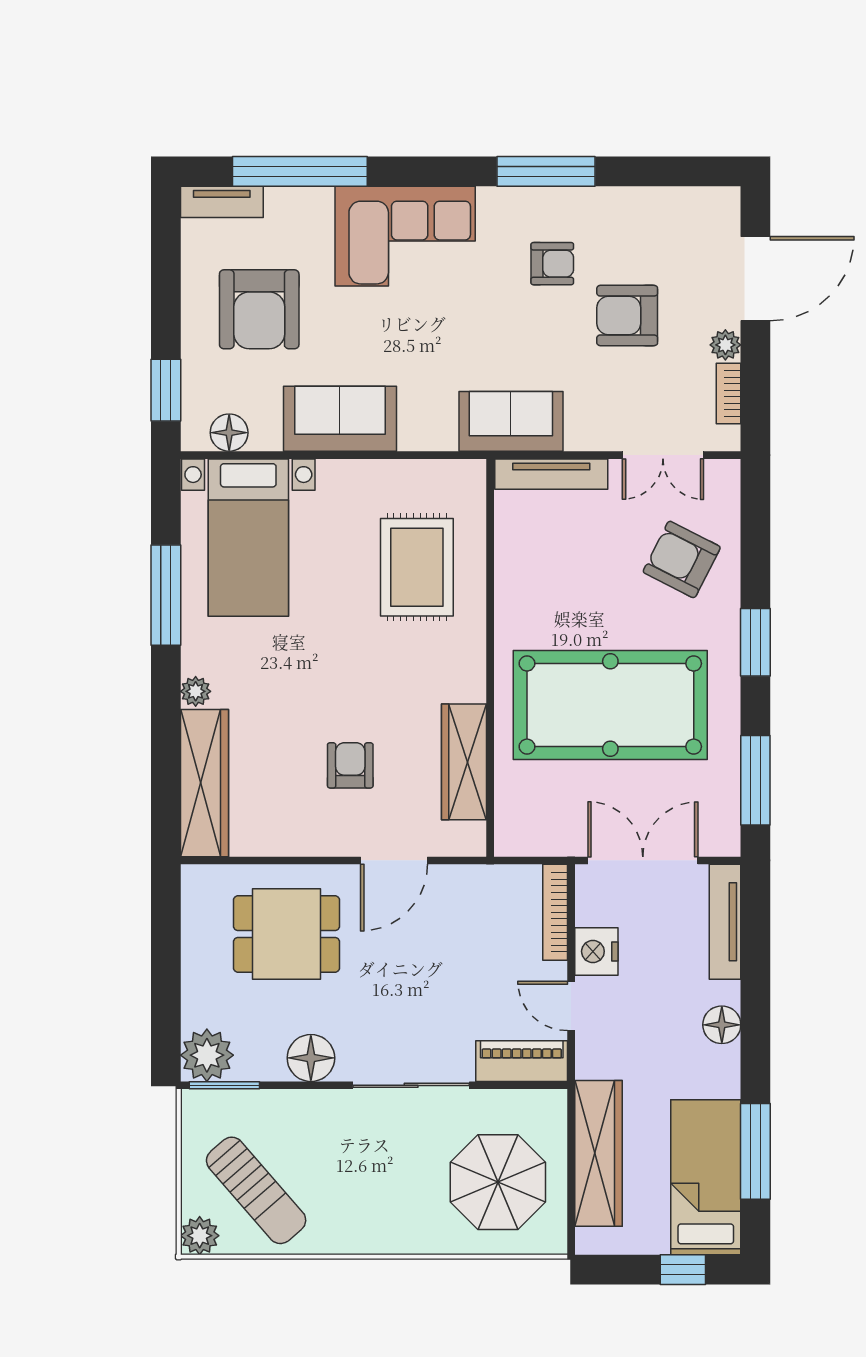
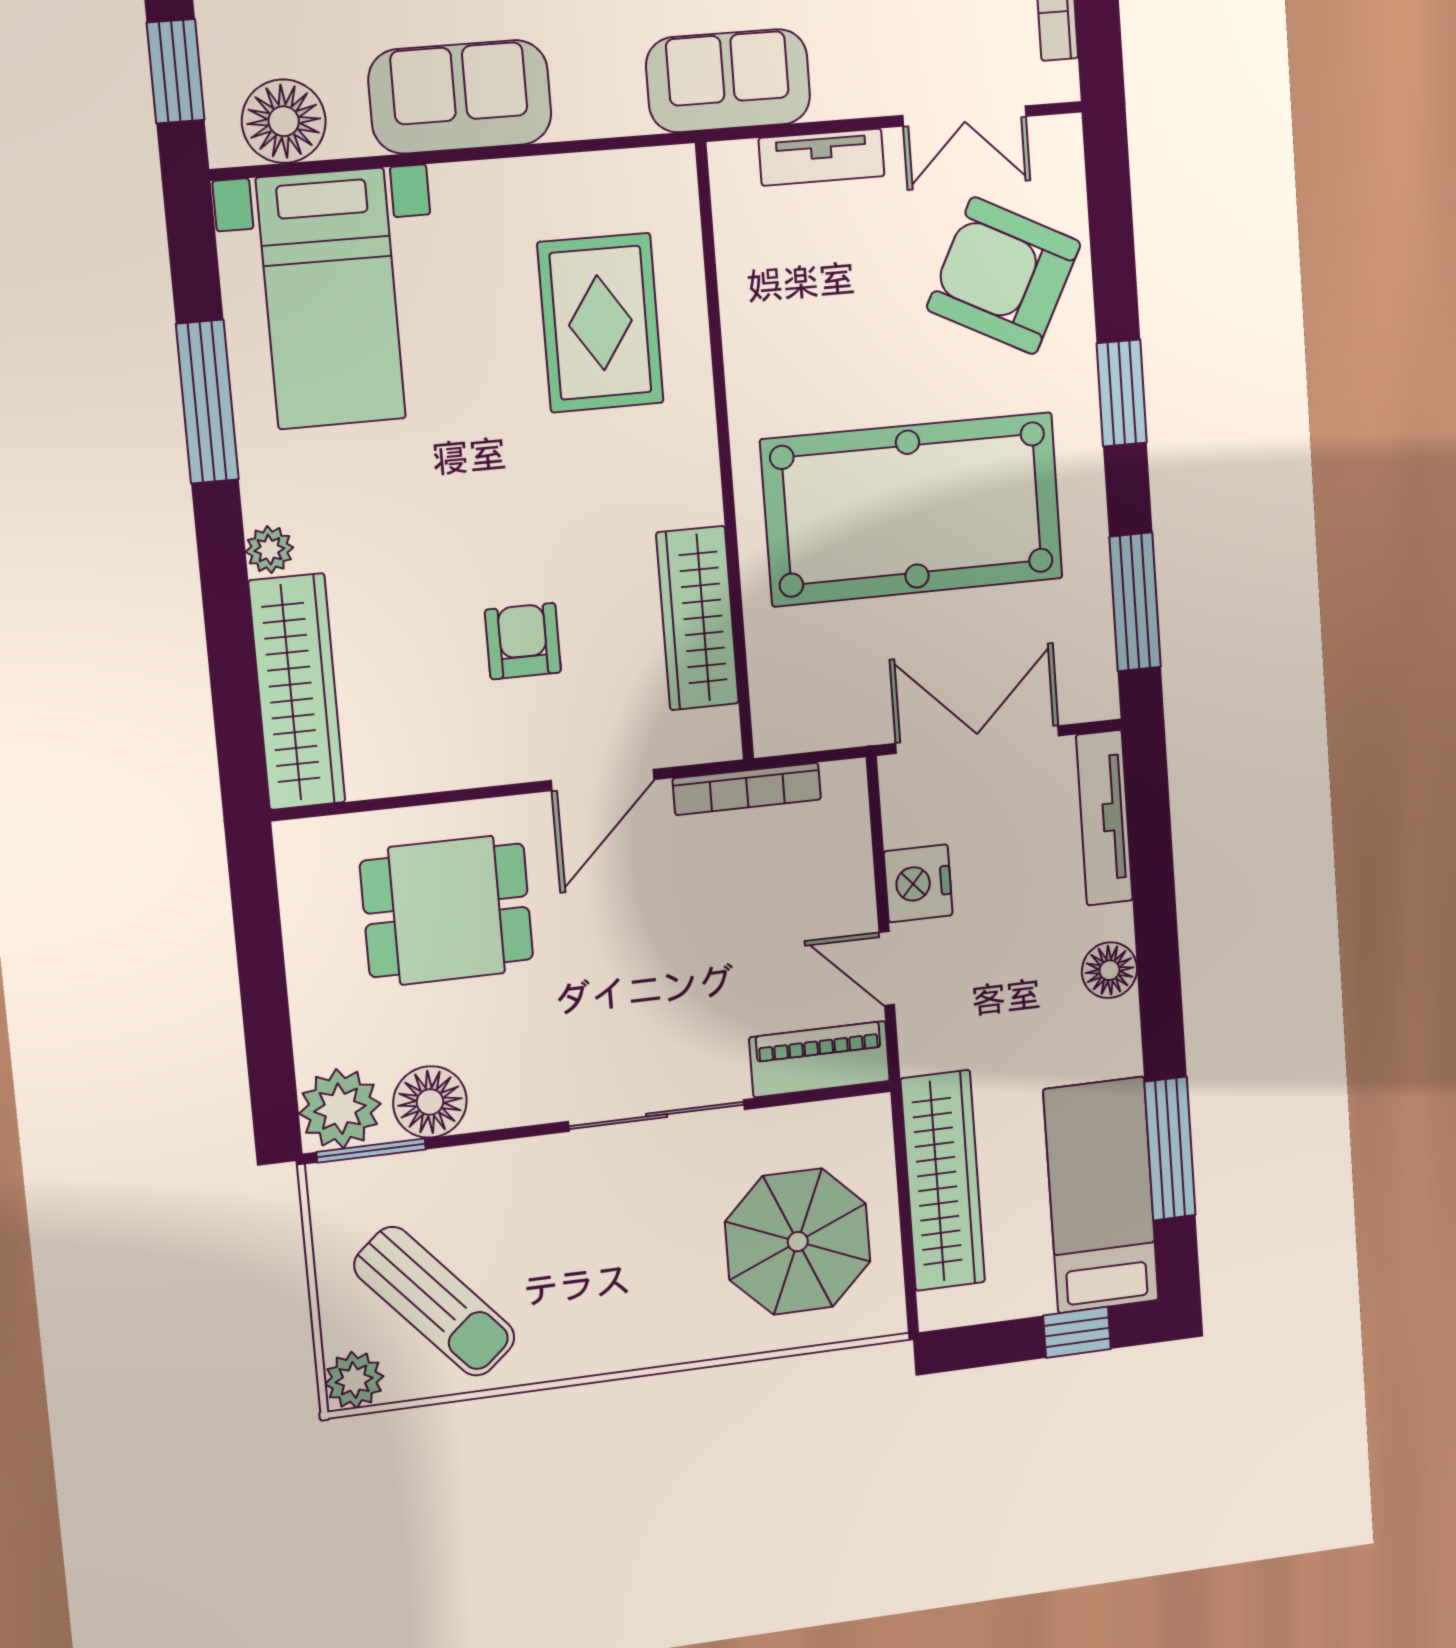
floor lamp: (229, 433) -> (284, 121), width x1.38, depth x1.38
tv unit: (551, 474) -> (822, 157), width x0.71
armchair: (682, 559) -> (1004, 276), width x1.36, depth x1.36
bookcase: (555, 912) -> (747, 789), moved, turned -90
floor lamp: (311, 1058) -> (430, 1102), moved

